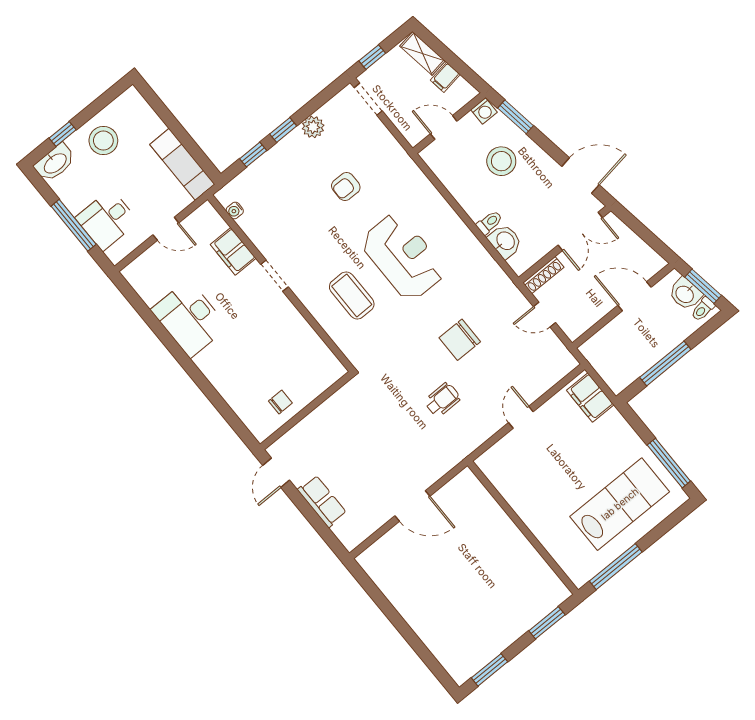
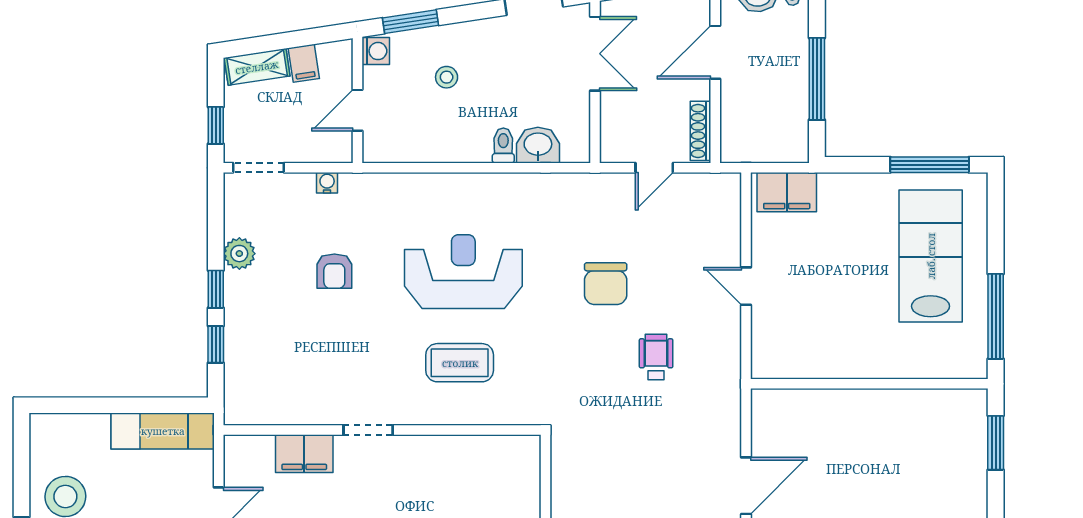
stool: (501, 161) -> (447, 77), width x0.53, depth x0.53
water cooler: (235, 210) -> (327, 183), moved, turned 180
shoe rack: (543, 275) -> (700, 131), moved, turned 180

